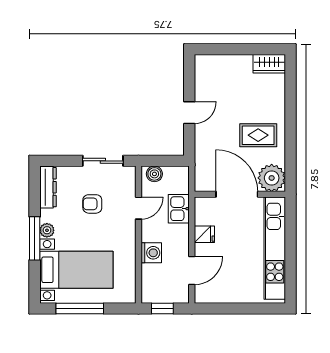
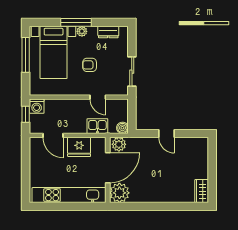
rug: (258, 135) -> (150, 183), removed
boiler: (154, 174) -> (122, 128), moved
plant: (204, 179) -> (119, 144), added
dresser: (48, 187) -> (108, 32), width x0.70
armchair: (92, 204) -> (90, 65), moved, turned -90
fridge: (204, 234) -> (79, 147), width x1.88, depth x1.34
washing machine: (151, 253) -> (37, 106), moved

